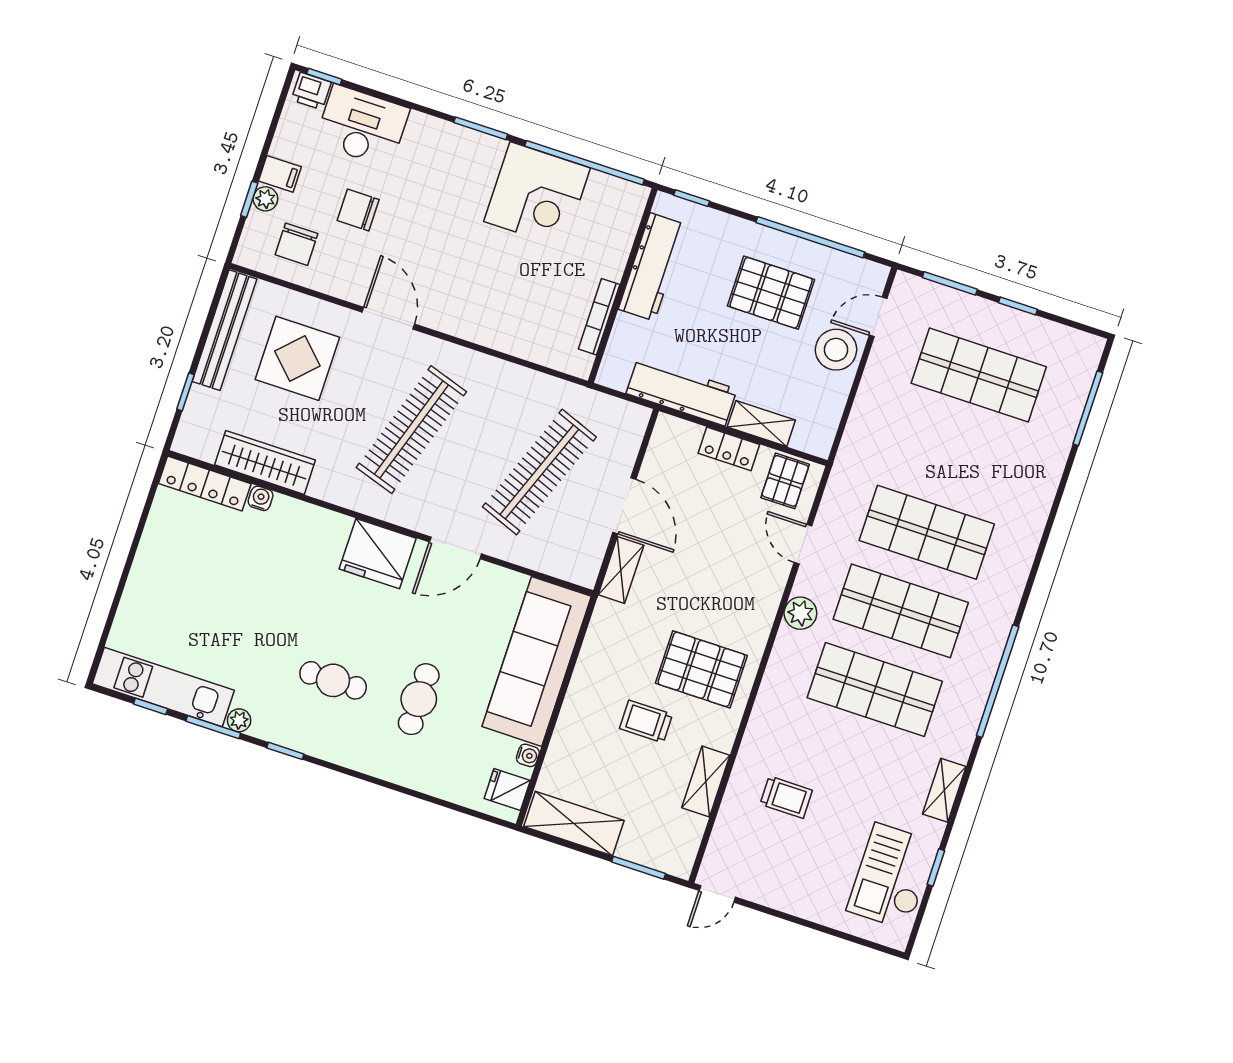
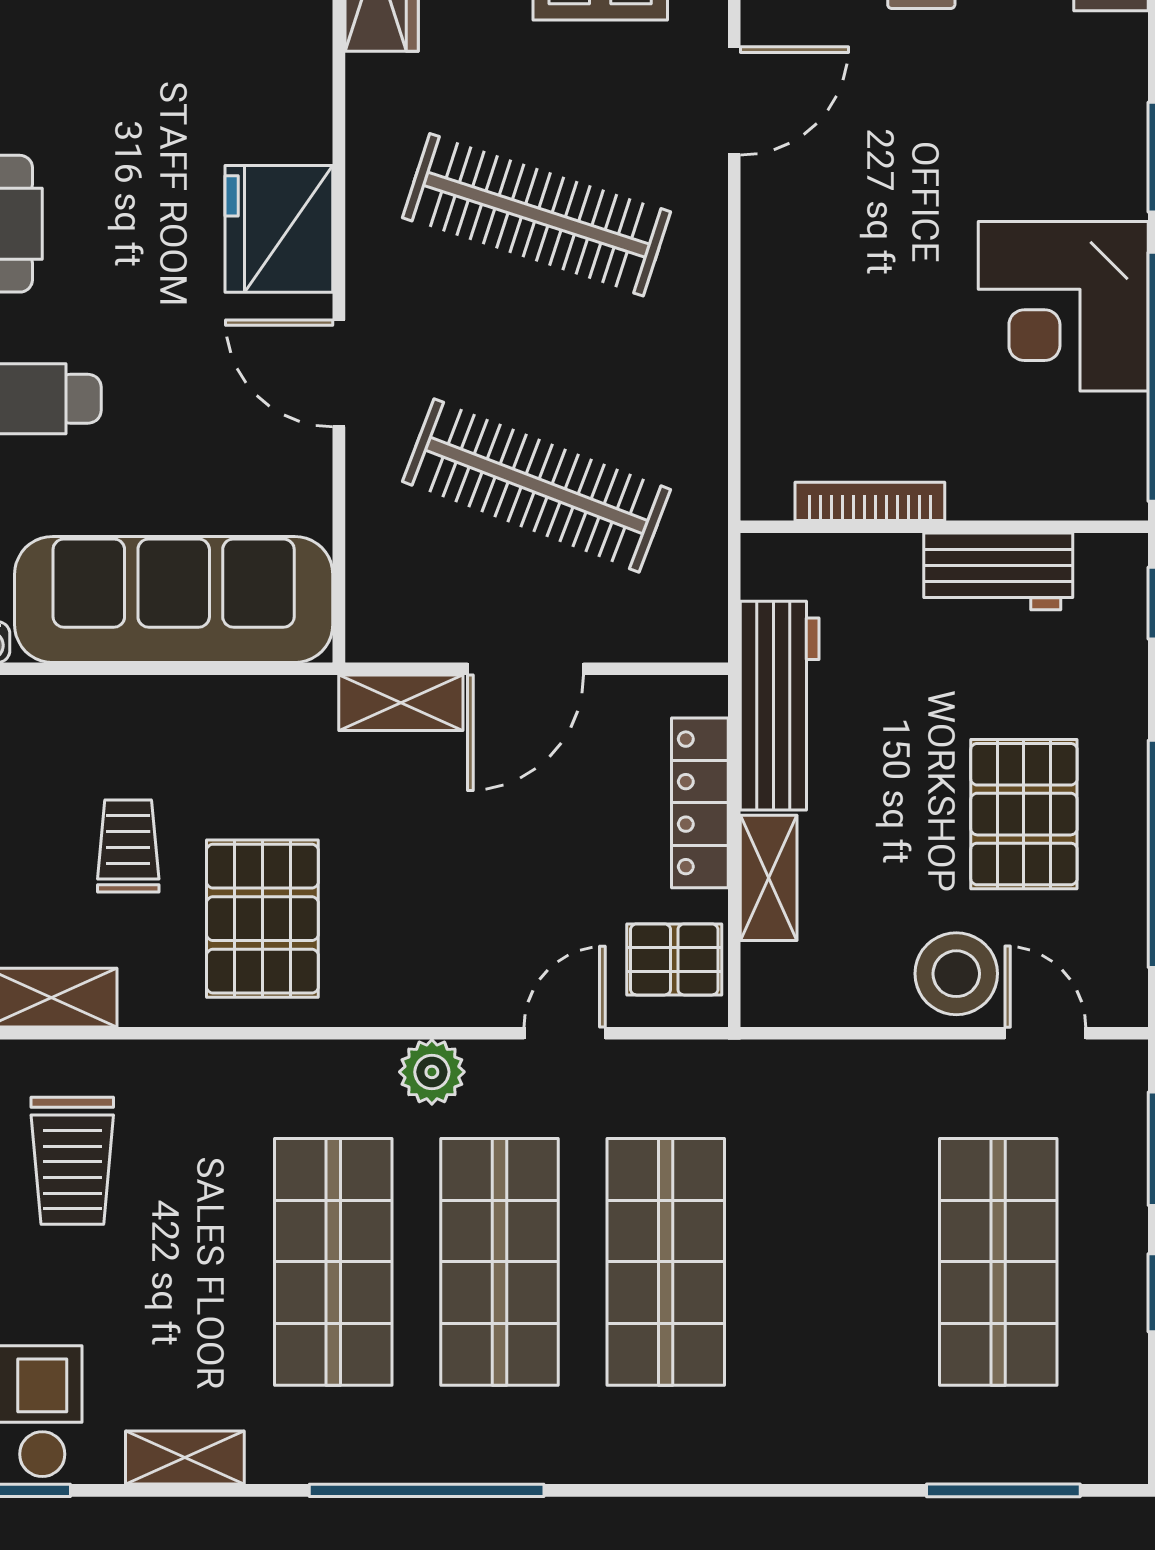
workbench: (652, 267) -> (998, 571), width x0.73
locker: (729, 449) -> (700, 803), width x1.53
trolley: (786, 797) -> (72, 1161), width x1.36, depth x1.39

